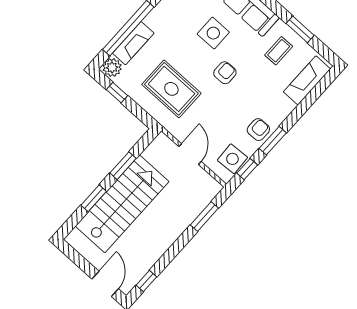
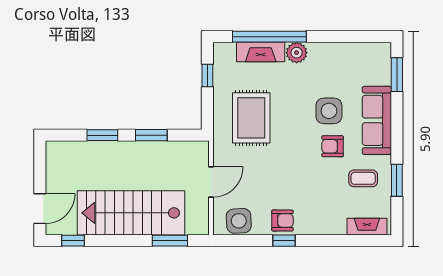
plant: (112, 67) -> (297, 53), moved
armchair: (225, 73) -> (333, 146), moved, turned 180
fireplace: (307, 80) -> (367, 227), width x0.73, depth x0.76
window: (273, 141) -> (284, 241), width x0.67
window: (247, 169) -> (241, 241), removed
stairs: (122, 204) -> (131, 213), moved, turned 180

